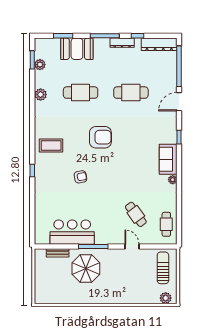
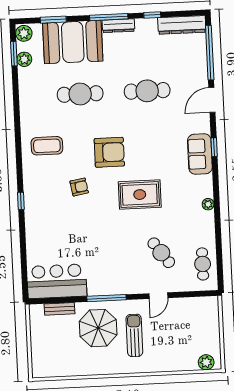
dresser: (122, 43) -> (118, 26), moved
booth: (77, 49) -> (73, 42), width x1.36, depth x1.42
plant: (41, 95) -> (24, 33), moved
coffee table: (51, 145) -> (47, 146), moved
sofa: (168, 159) -> (200, 154), moved
rug: (122, 170) -> (140, 195), added
armchair: (80, 177) -> (79, 187), moved
bar counter: (72, 232) -> (57, 281), moved
door: (132, 246) -> (158, 296), swing flipped
sun lounger: (163, 268) -> (134, 335), moved

